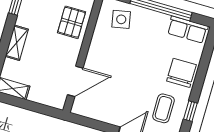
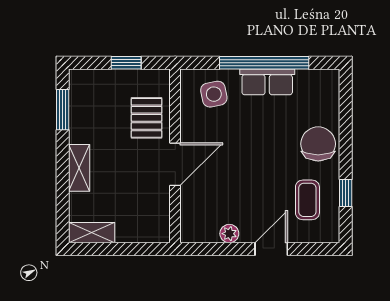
row of seats: (188, 30) -> (267, 82), moved
door: (75, 81) -> (175, 164), moved
plant: (105, 116) -> (229, 234), added

